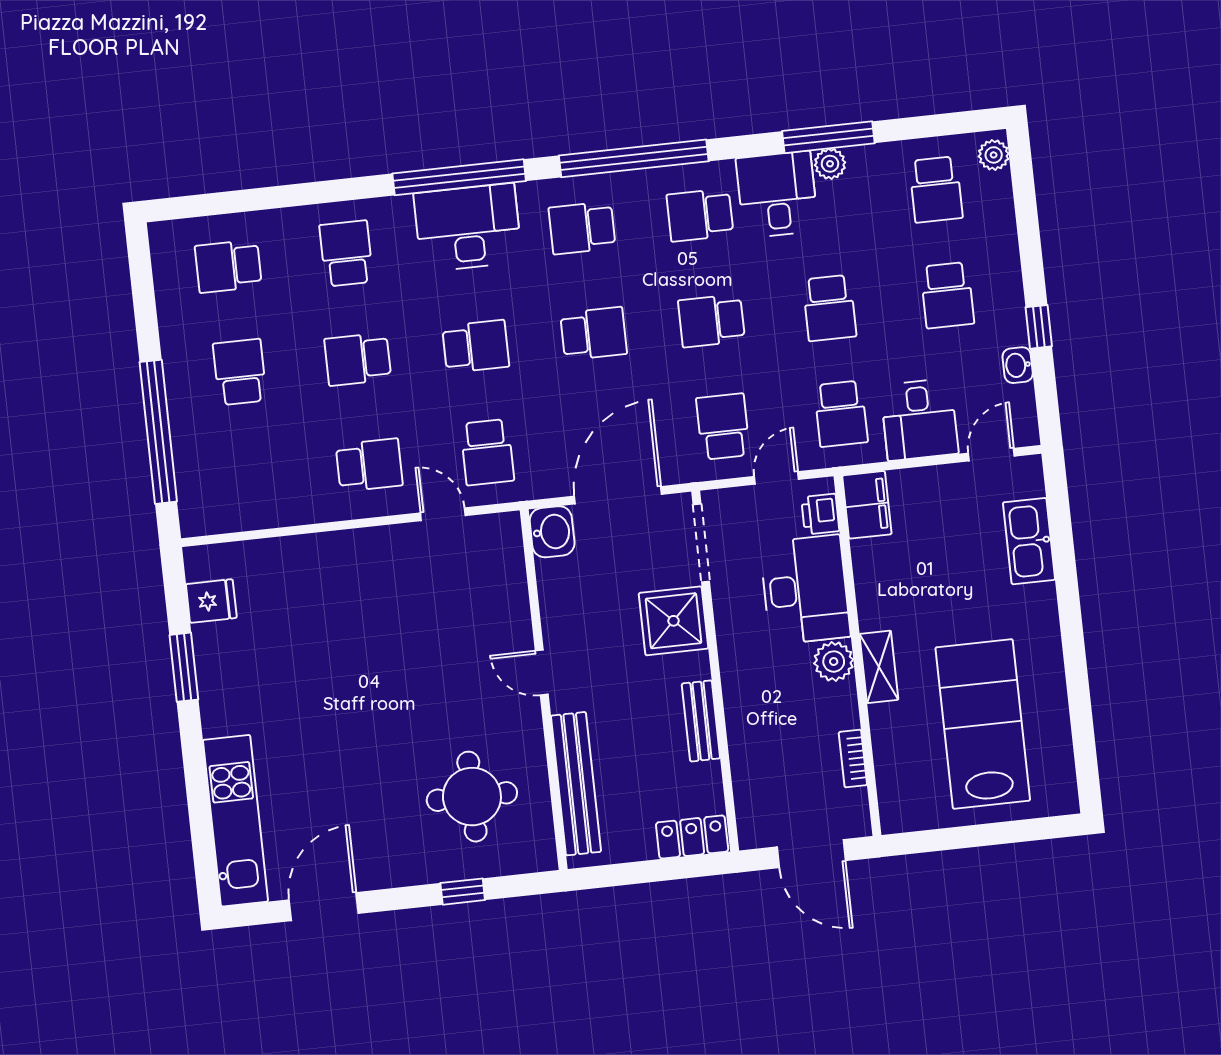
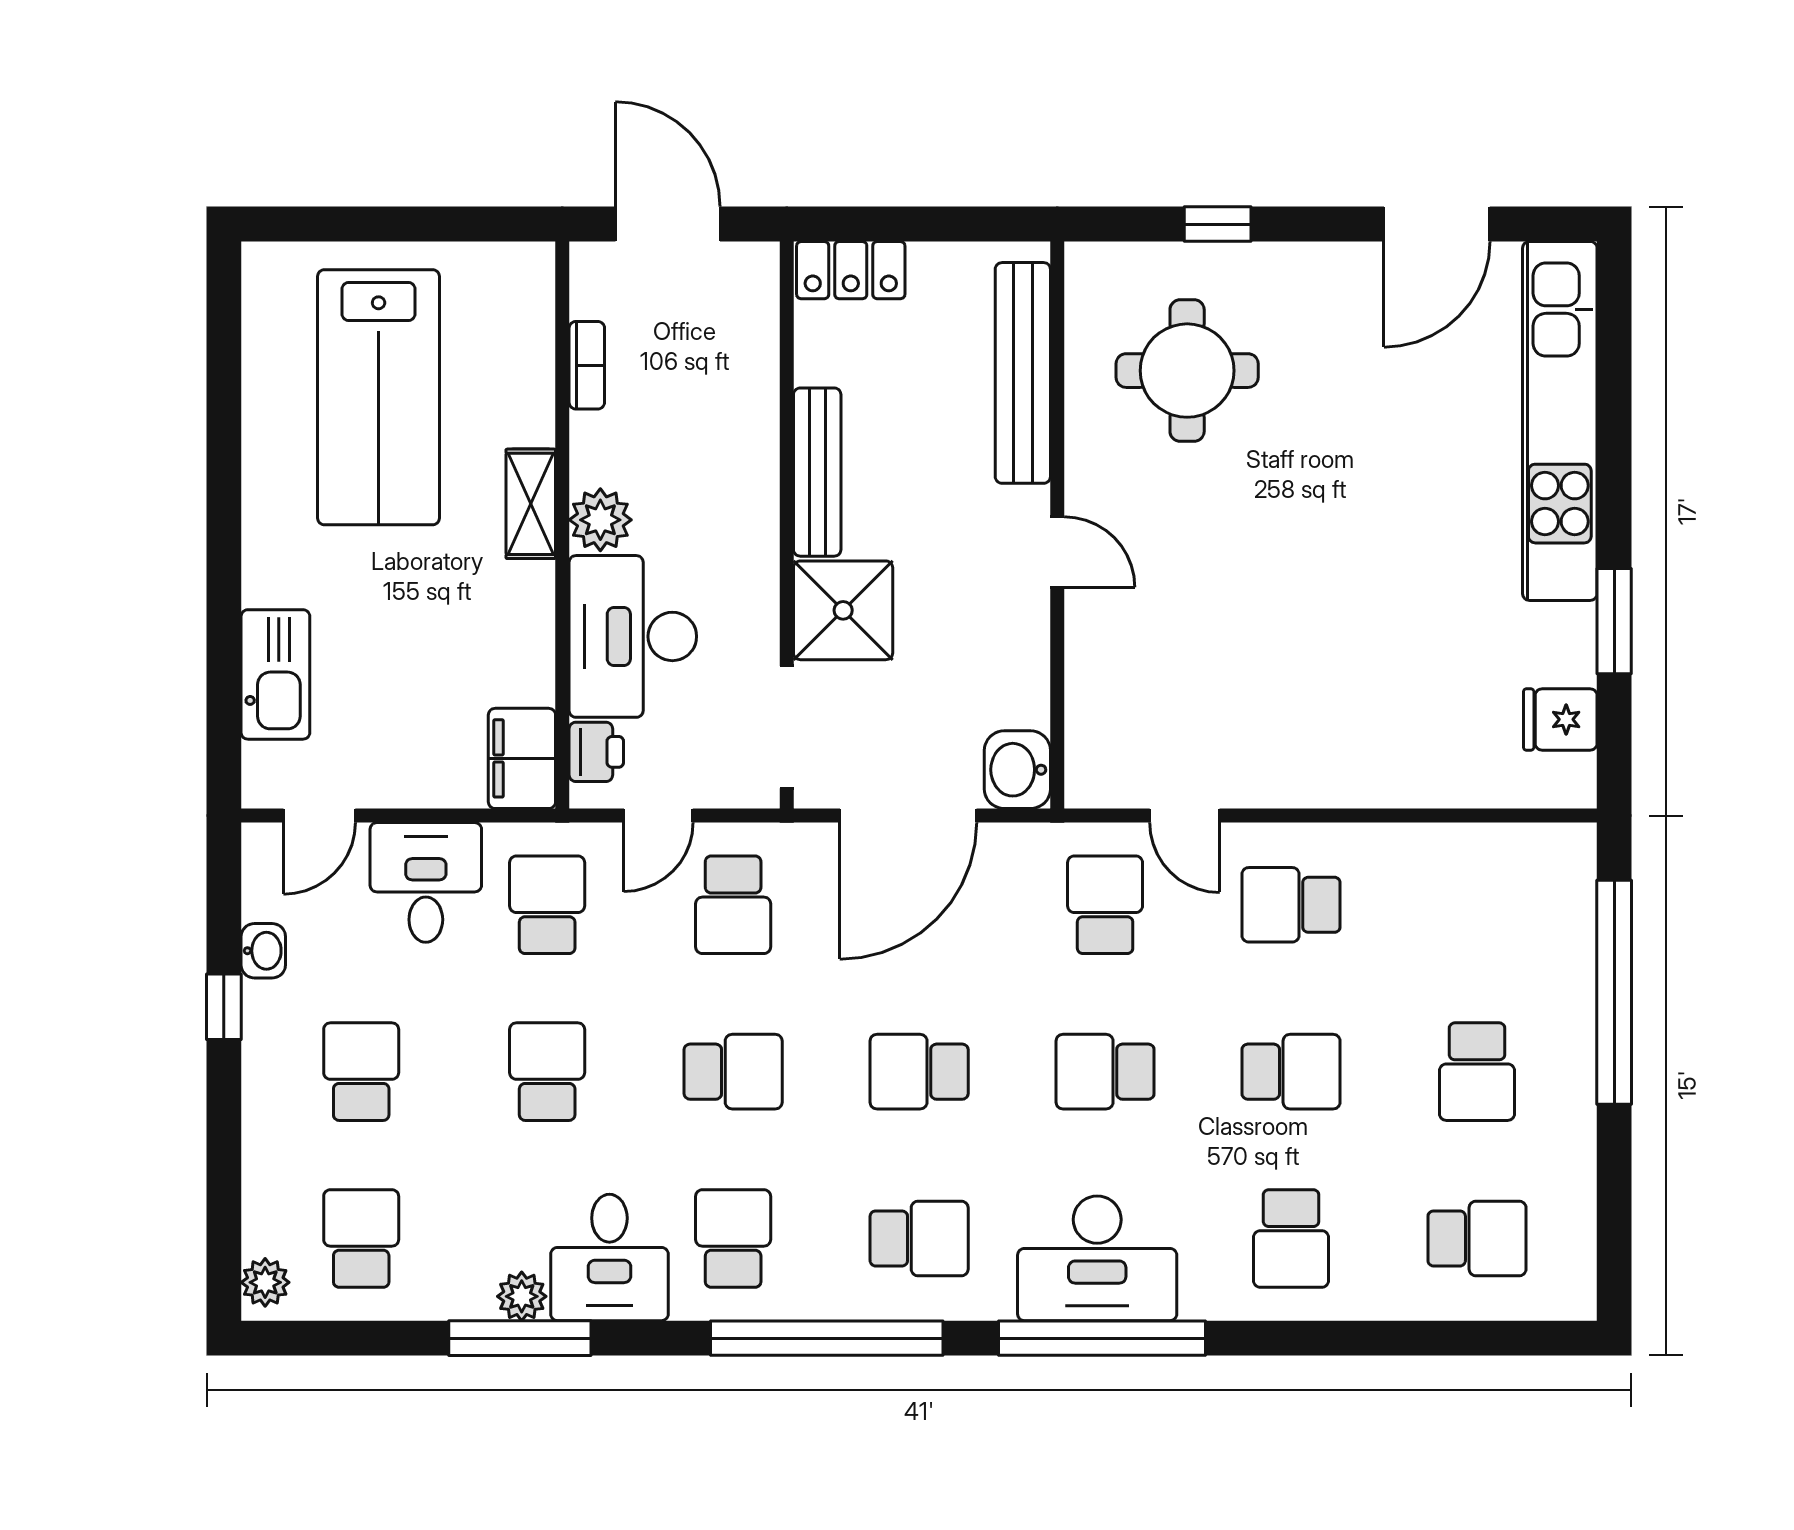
school desk: (700, 215) -> (733, 1238), turned -90
bench: (701, 721) -> (817, 472), width x1.36
kitchen unit: (235, 821) -> (1560, 421), width x1.36

